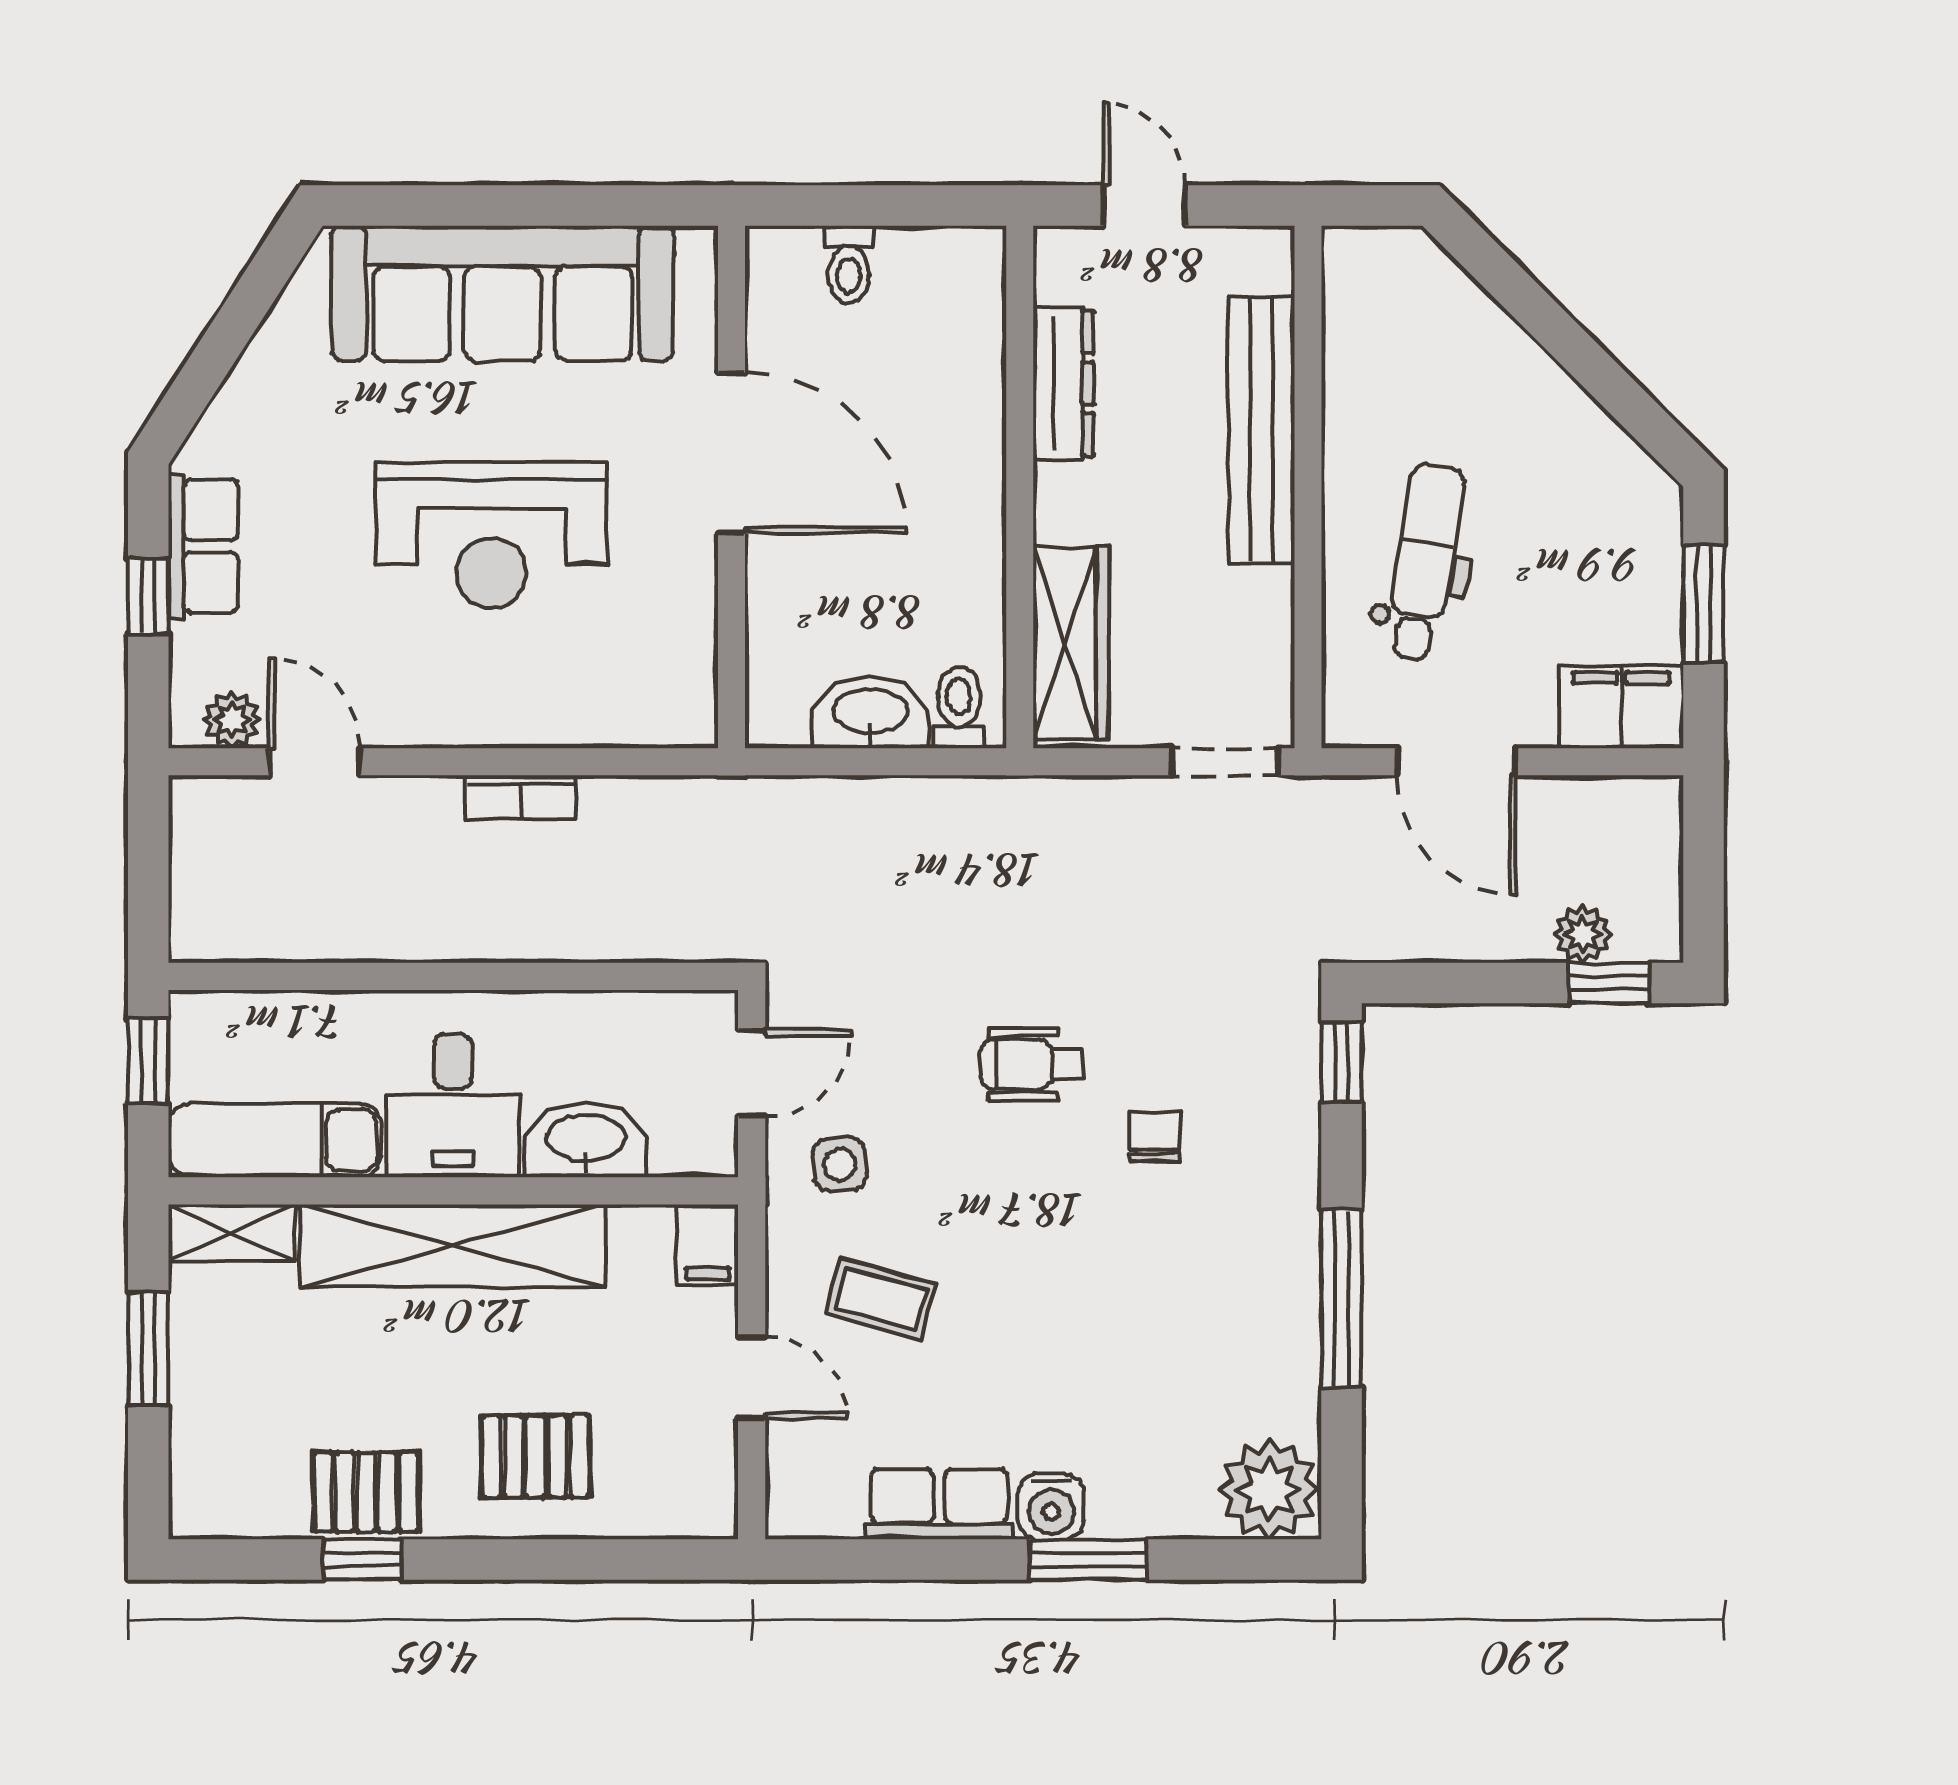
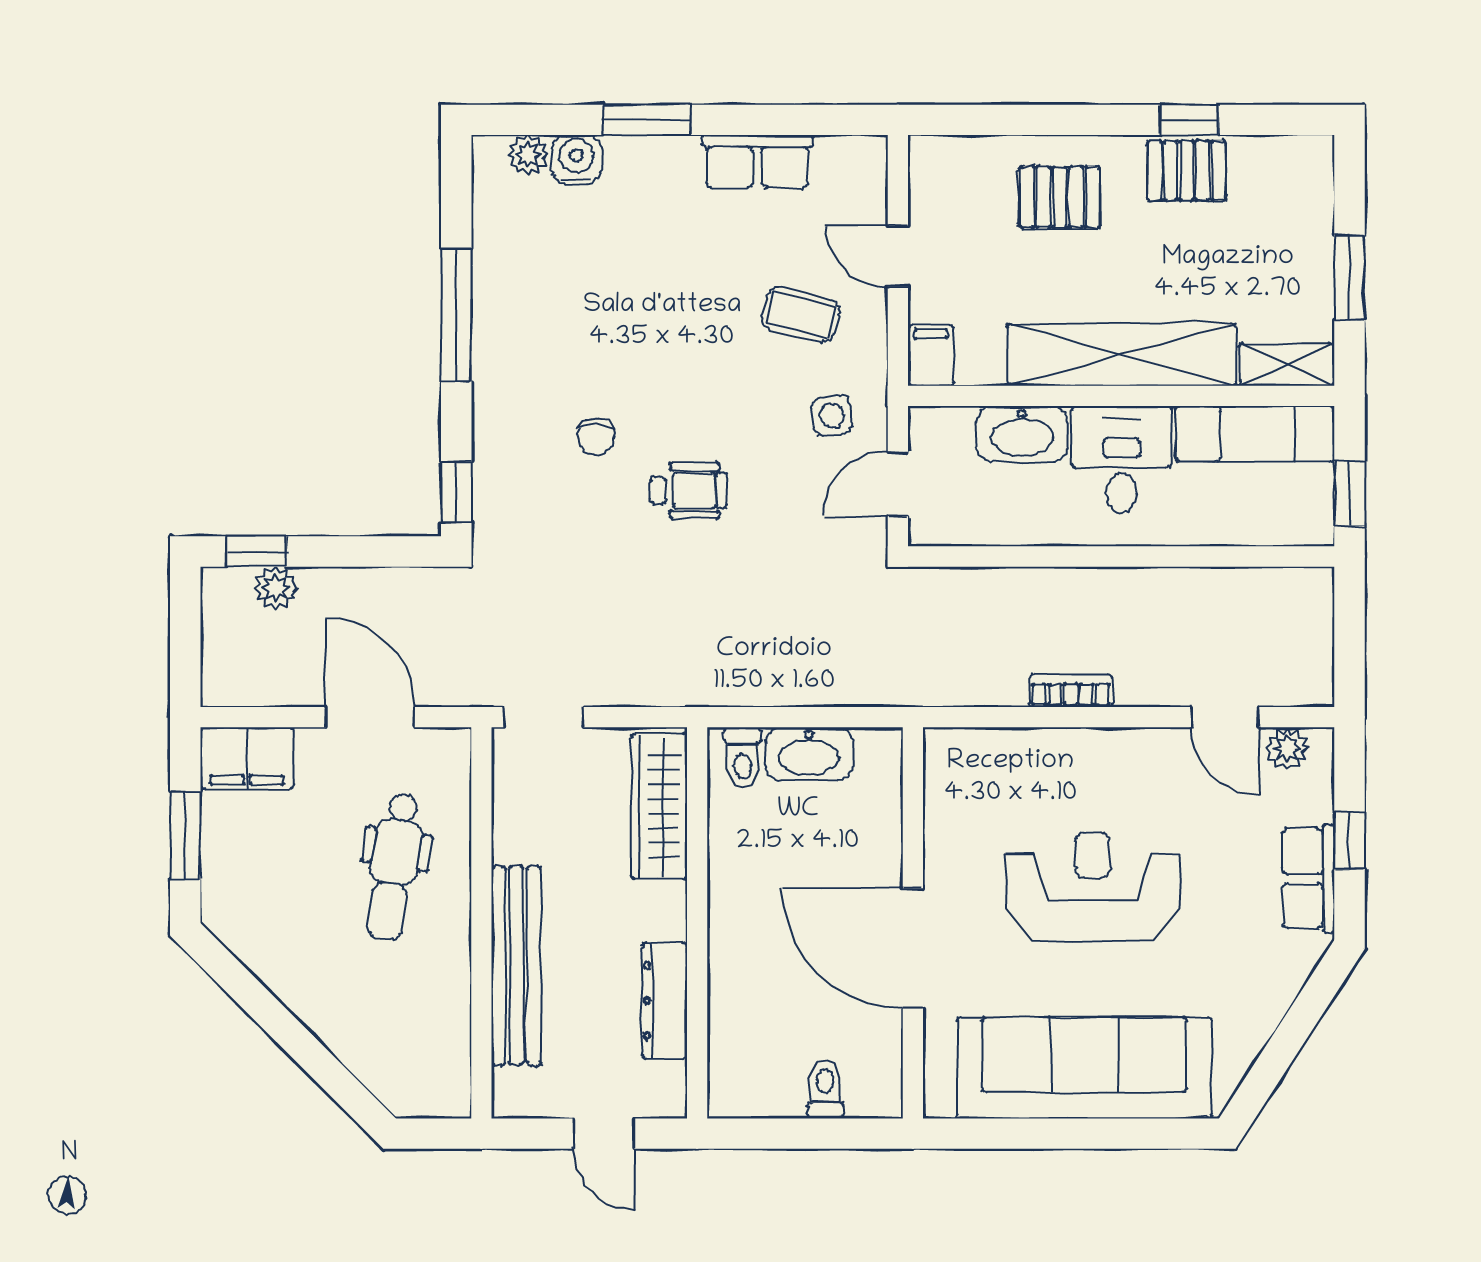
plant: (1269, 1489) -> (528, 155), width x0.53, depth x0.53
water cooler: (1051, 1507) -> (577, 159), moved

